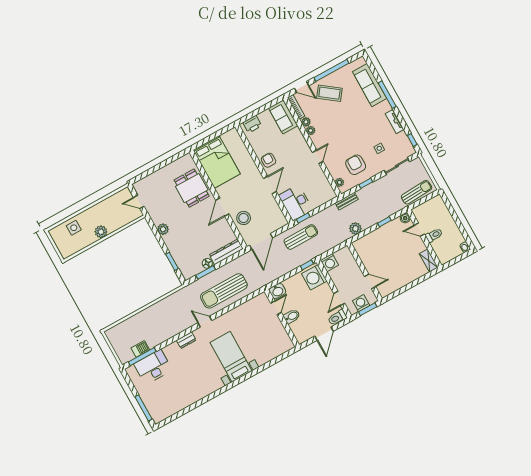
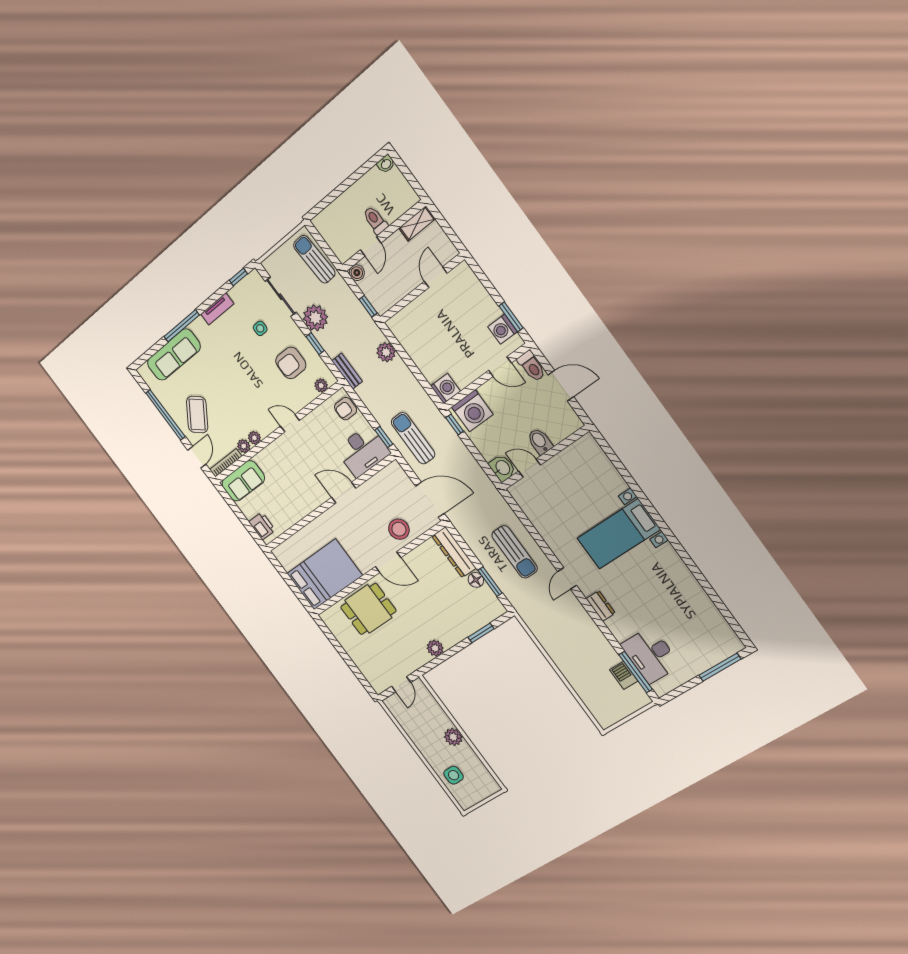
armchair: (269, 160) -> (346, 409), moved
plant: (381, 186) -> (315, 318), added
wall: (365, 272) -> (422, 288), moved
door: (370, 282) -> (436, 277), moved
sun lounger: (224, 291) -> (515, 552), width x0.73, depth x0.75

